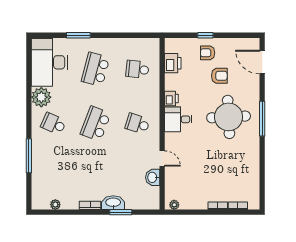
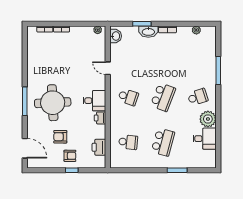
desk: (49, 62) -> (205, 139), width x0.53, depth x0.77
school desk: (54, 124) -> (198, 97), turned -42
washbasin: (153, 177) -> (116, 36), moved

